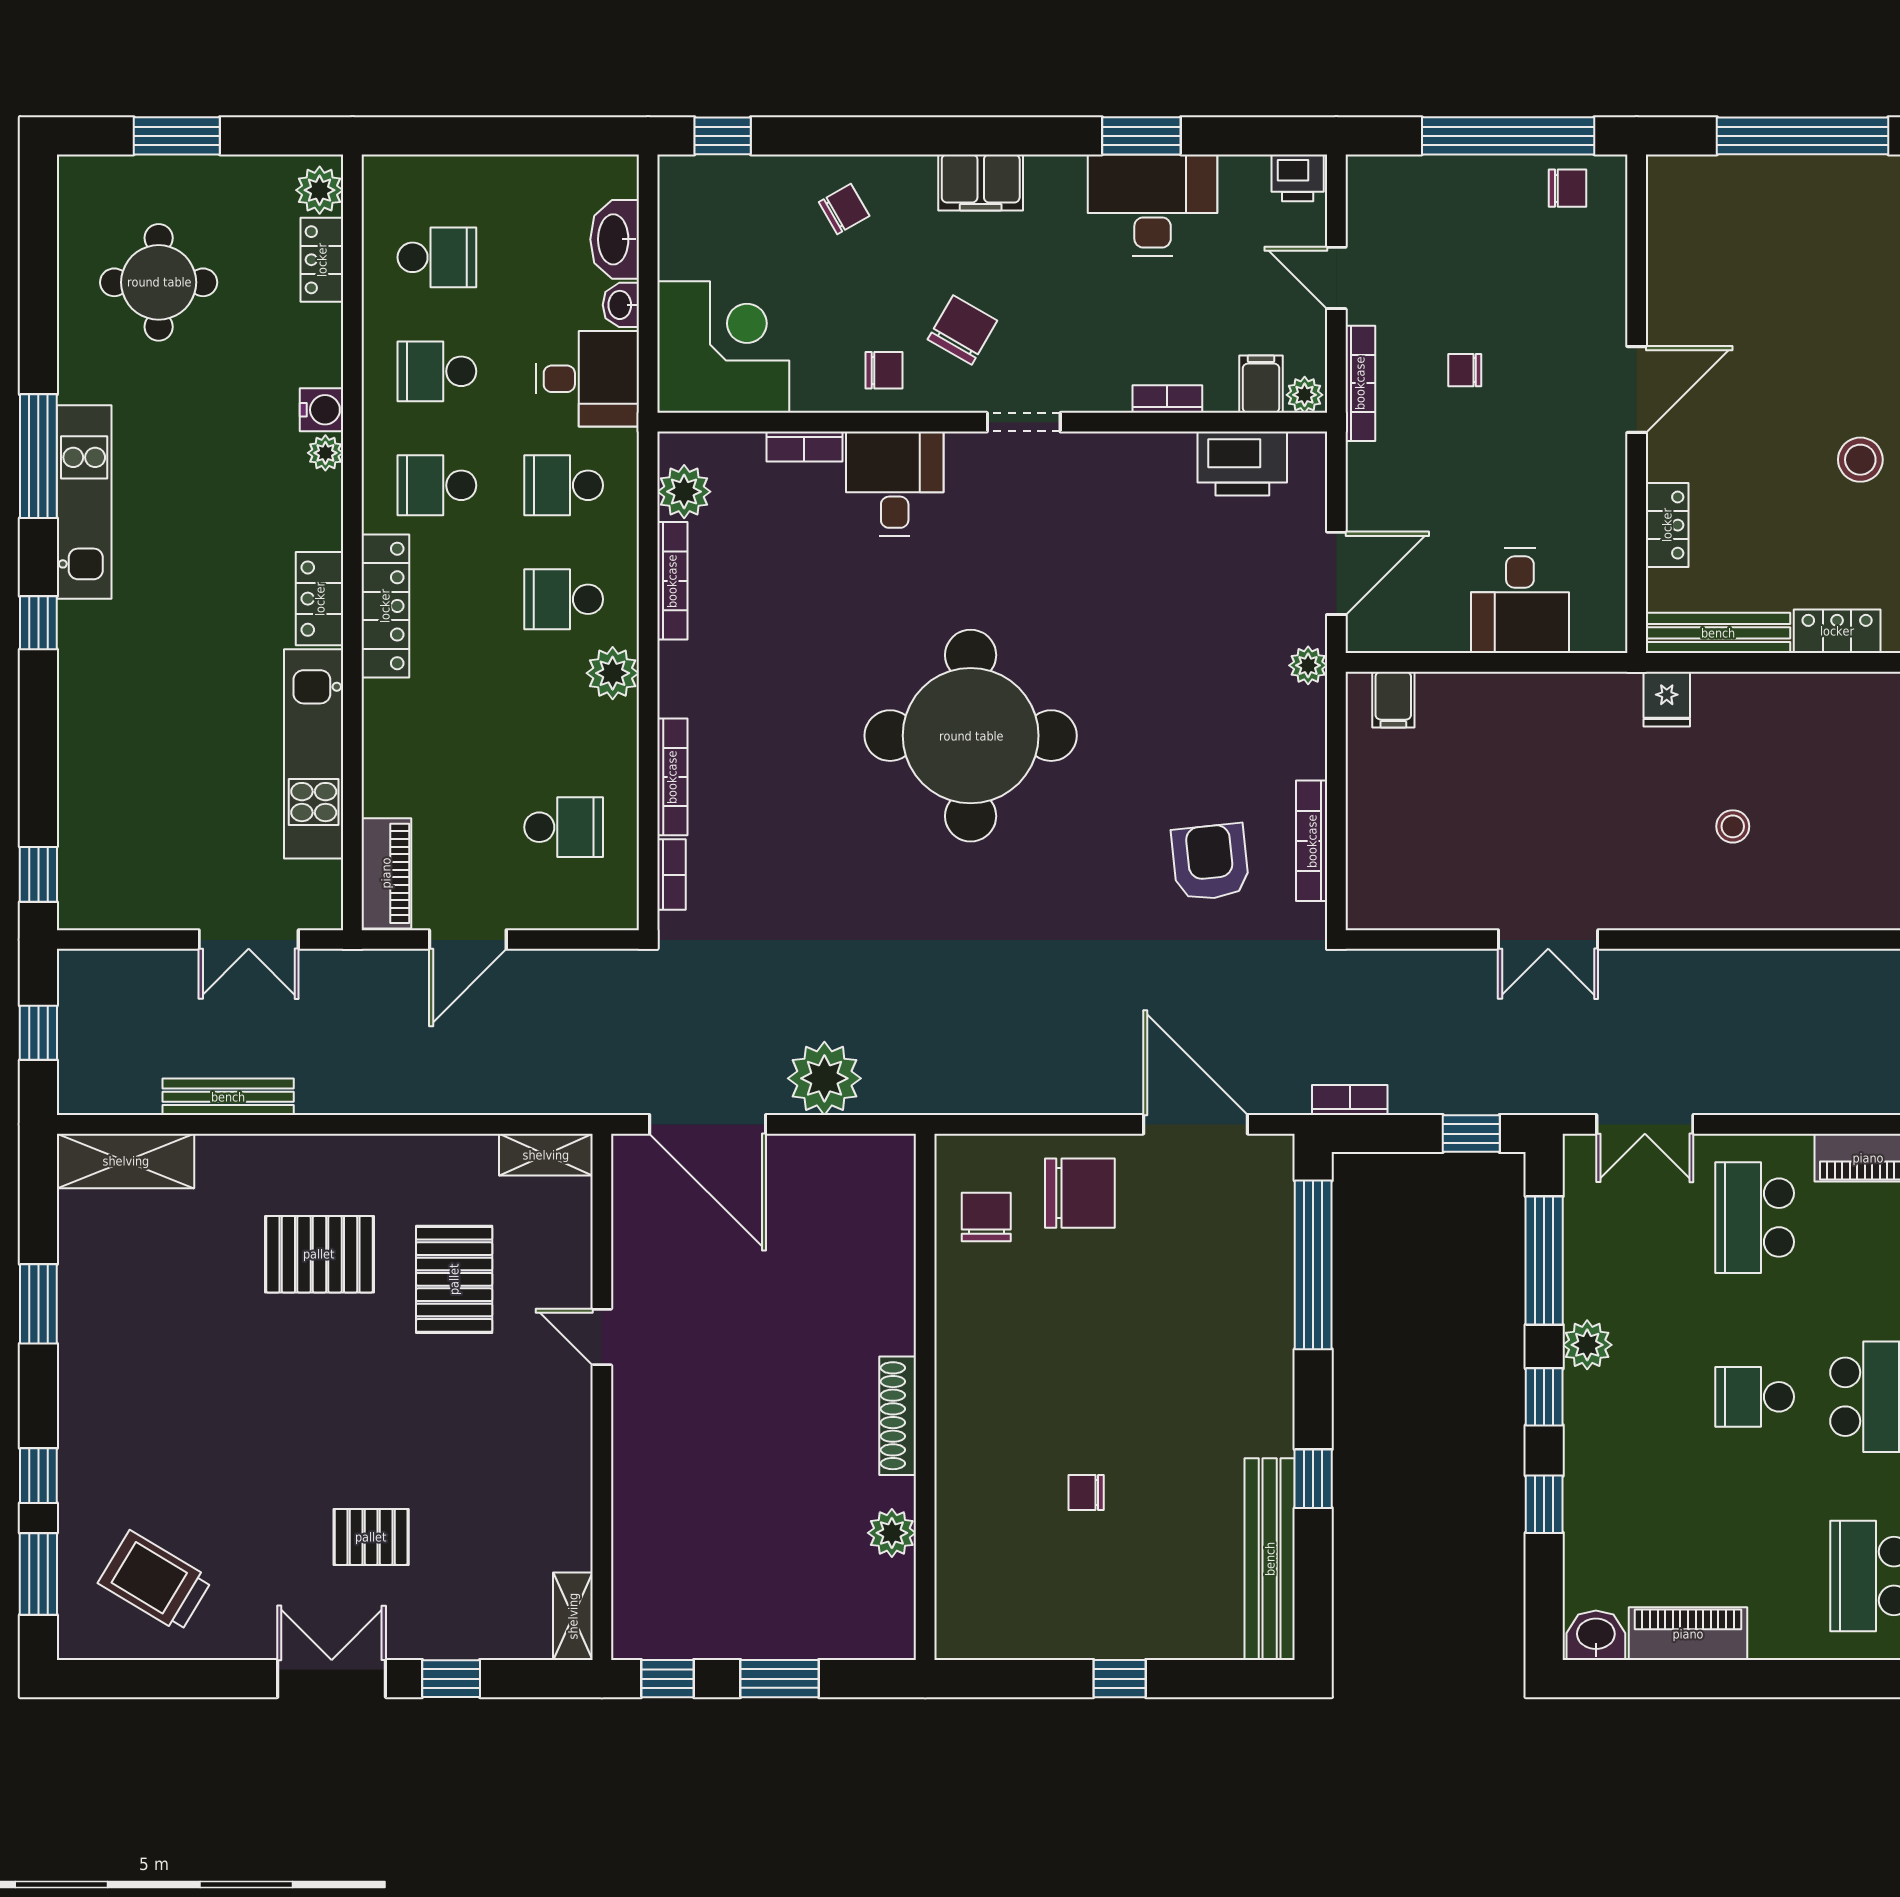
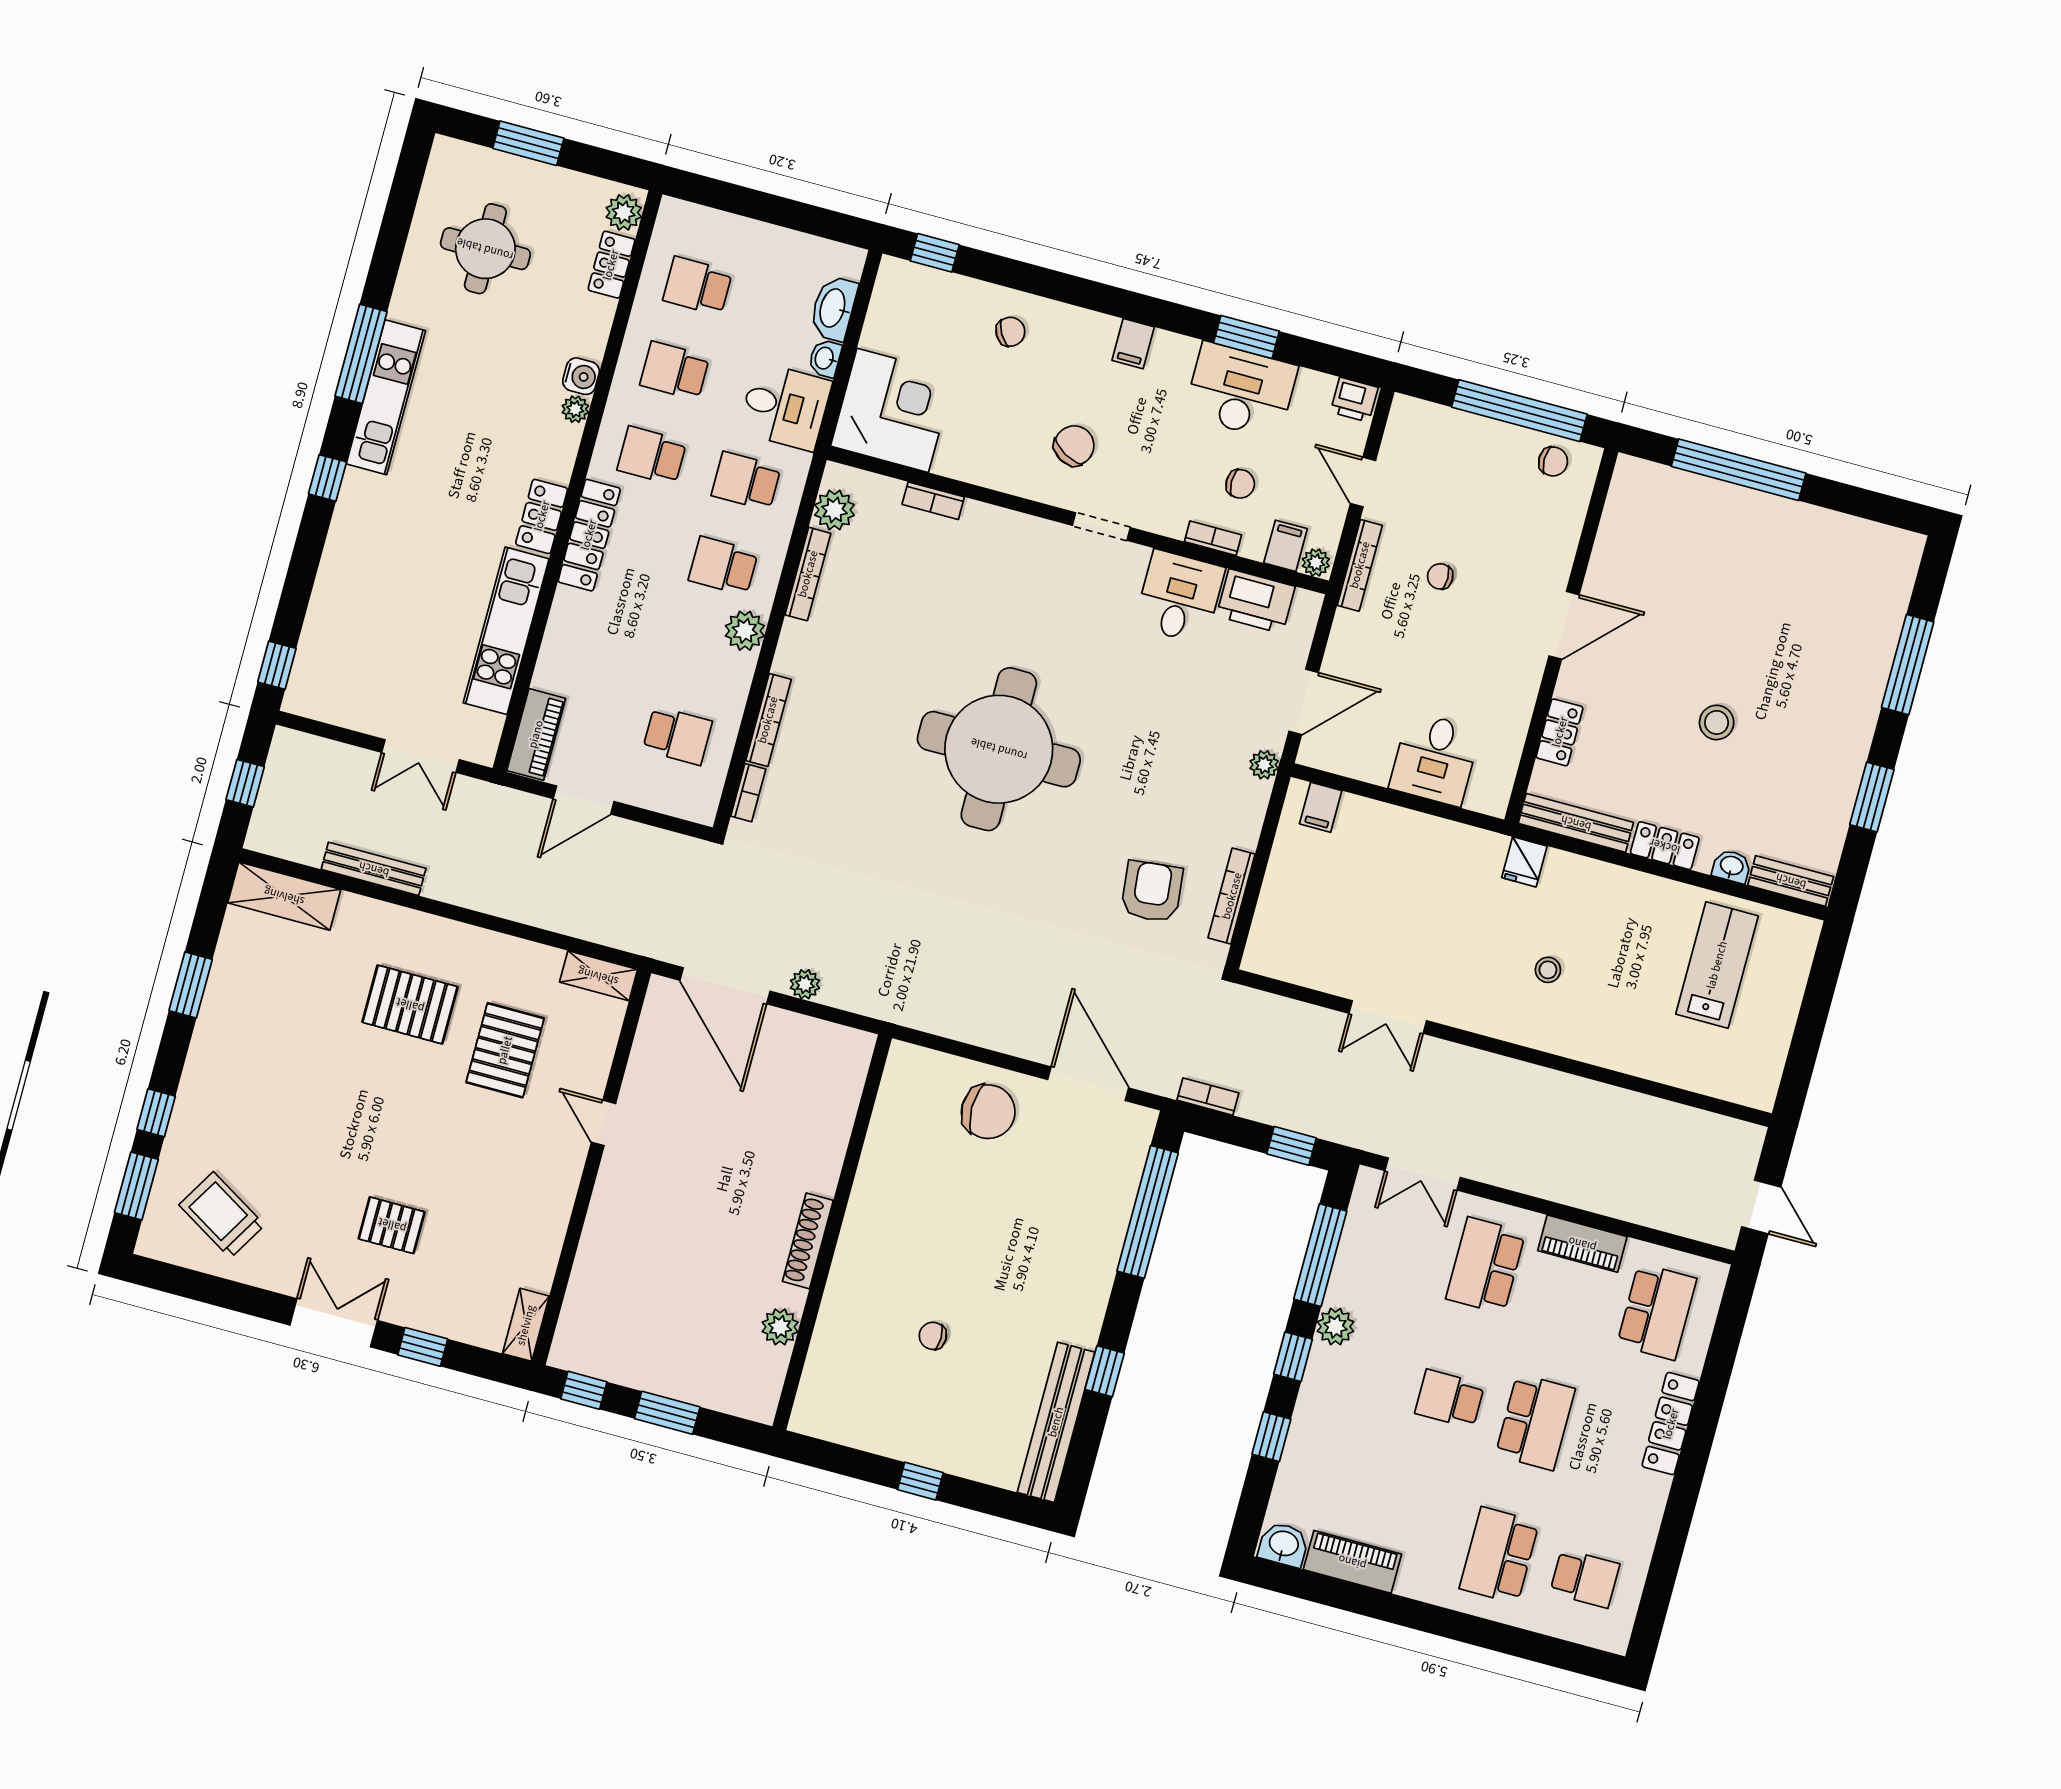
filing cabinet: (981, 182) -> (1133, 344), width x0.50
school desk: (437, 257) -> (698, 286), turned 180
chair: (884, 370) -> (1240, 484), moved
desk: (895, 484) -> (1179, 597), moved
plant: (824, 1078) -> (805, 984), width x0.53, depth x0.53
chair: (986, 1217) -> (914, 1111), removed

